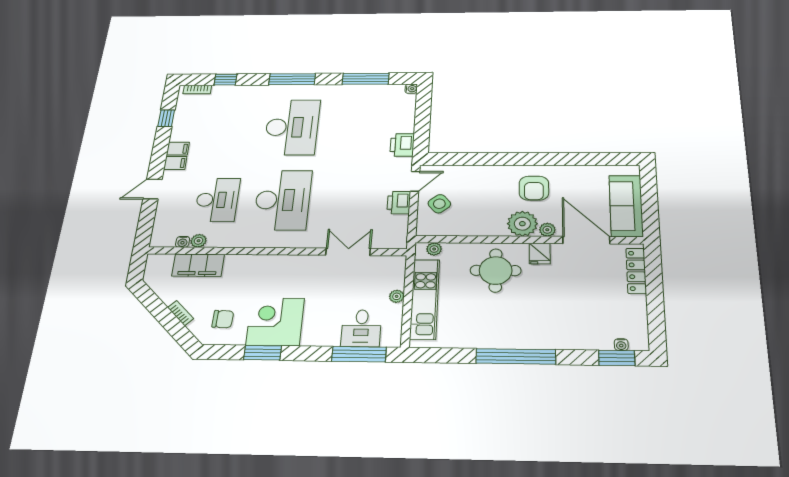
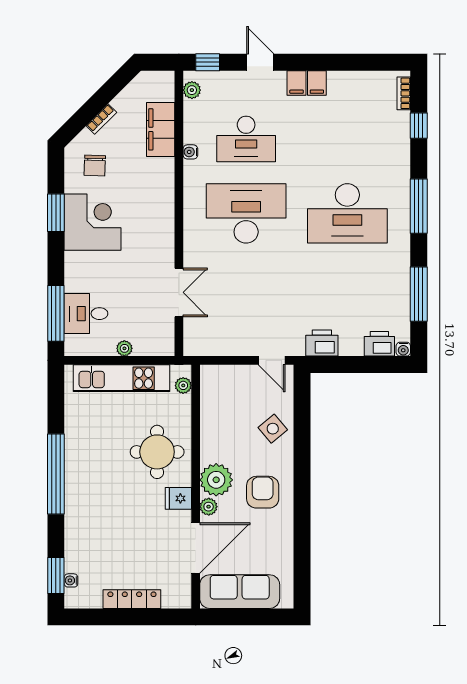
window: (166, 118) -> (208, 62), moved
armchair: (534, 188) -> (263, 492), turned 90
desk: (283, 200) -> (246, 213), turned 180
printer: (399, 203) -> (379, 344), moved
side table: (439, 204) -> (273, 429), moved
plant: (199, 241) -> (192, 90), moved
water cooler: (183, 242) -> (190, 152), moved
locker: (636, 271) -> (132, 599), moved

